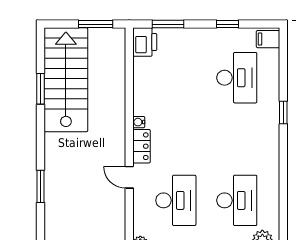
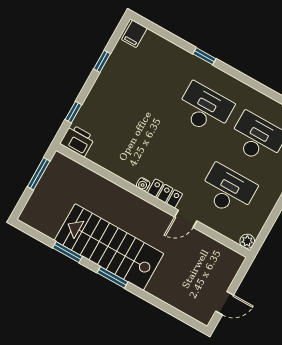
window: (168, 24) -> (73, 112), width x0.67
desk: (237, 78) -> (205, 109), moved
stairs: (66, 80) -> (109, 247), moved
window: (41, 186) -> (112, 277), moved

